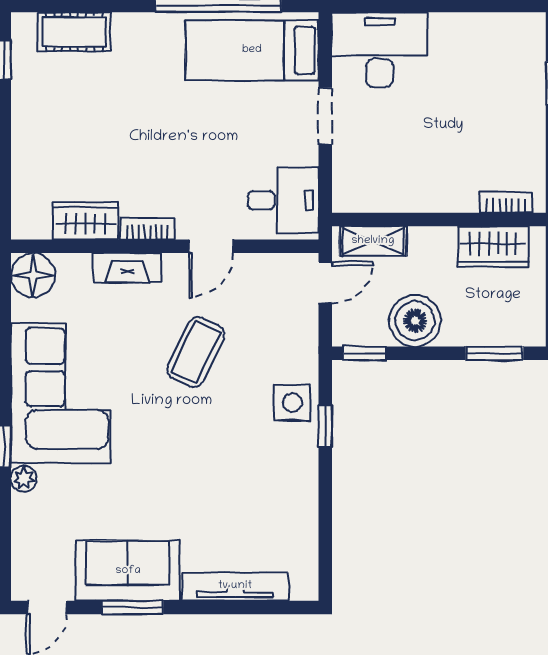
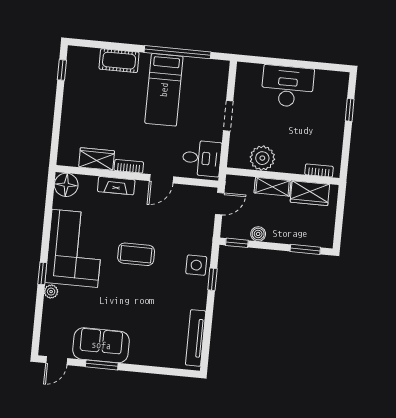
cot: (74, 32) -> (119, 61), moved
bed: (252, 50) -> (164, 90), moved, turned -90
desk: (380, 50) -> (288, 86), moved
plant: (397, 189) -> (262, 158), added
shelving: (373, 241) -> (273, 187), moved
boiler: (415, 321) -> (258, 234), width x0.54, depth x0.54
coffee table: (196, 352) -> (136, 254), moved, turned 64
tv unit: (235, 586) -> (196, 338), moved, turned -90

